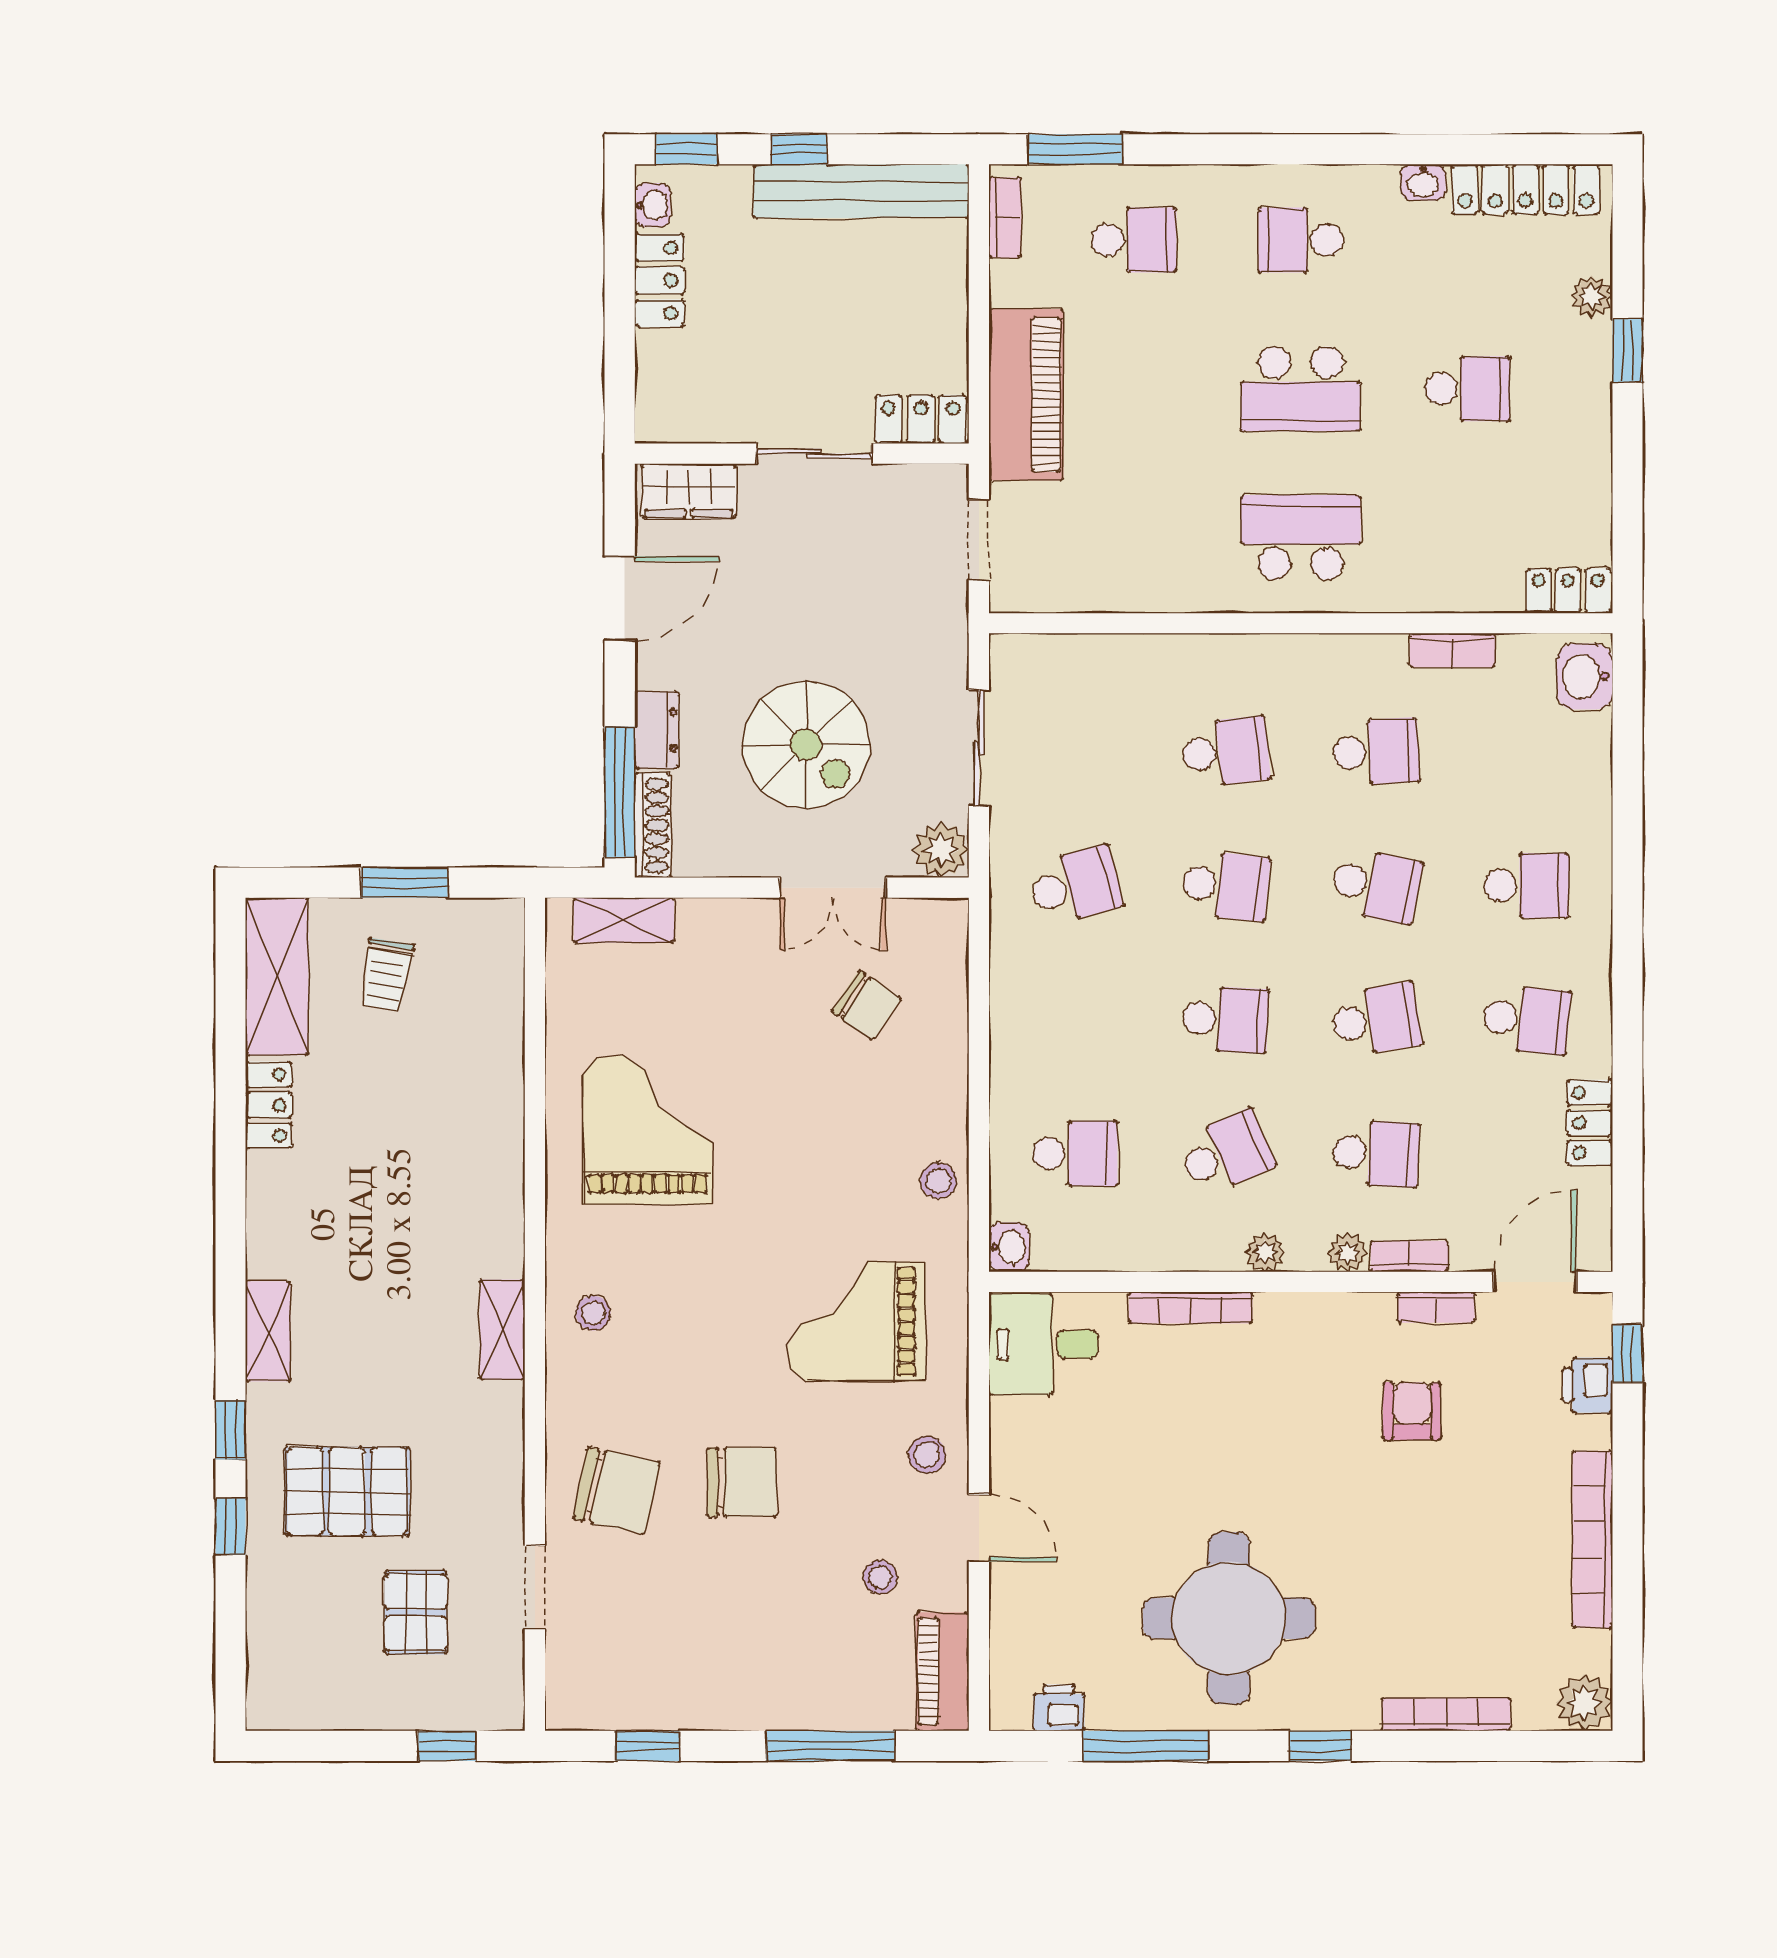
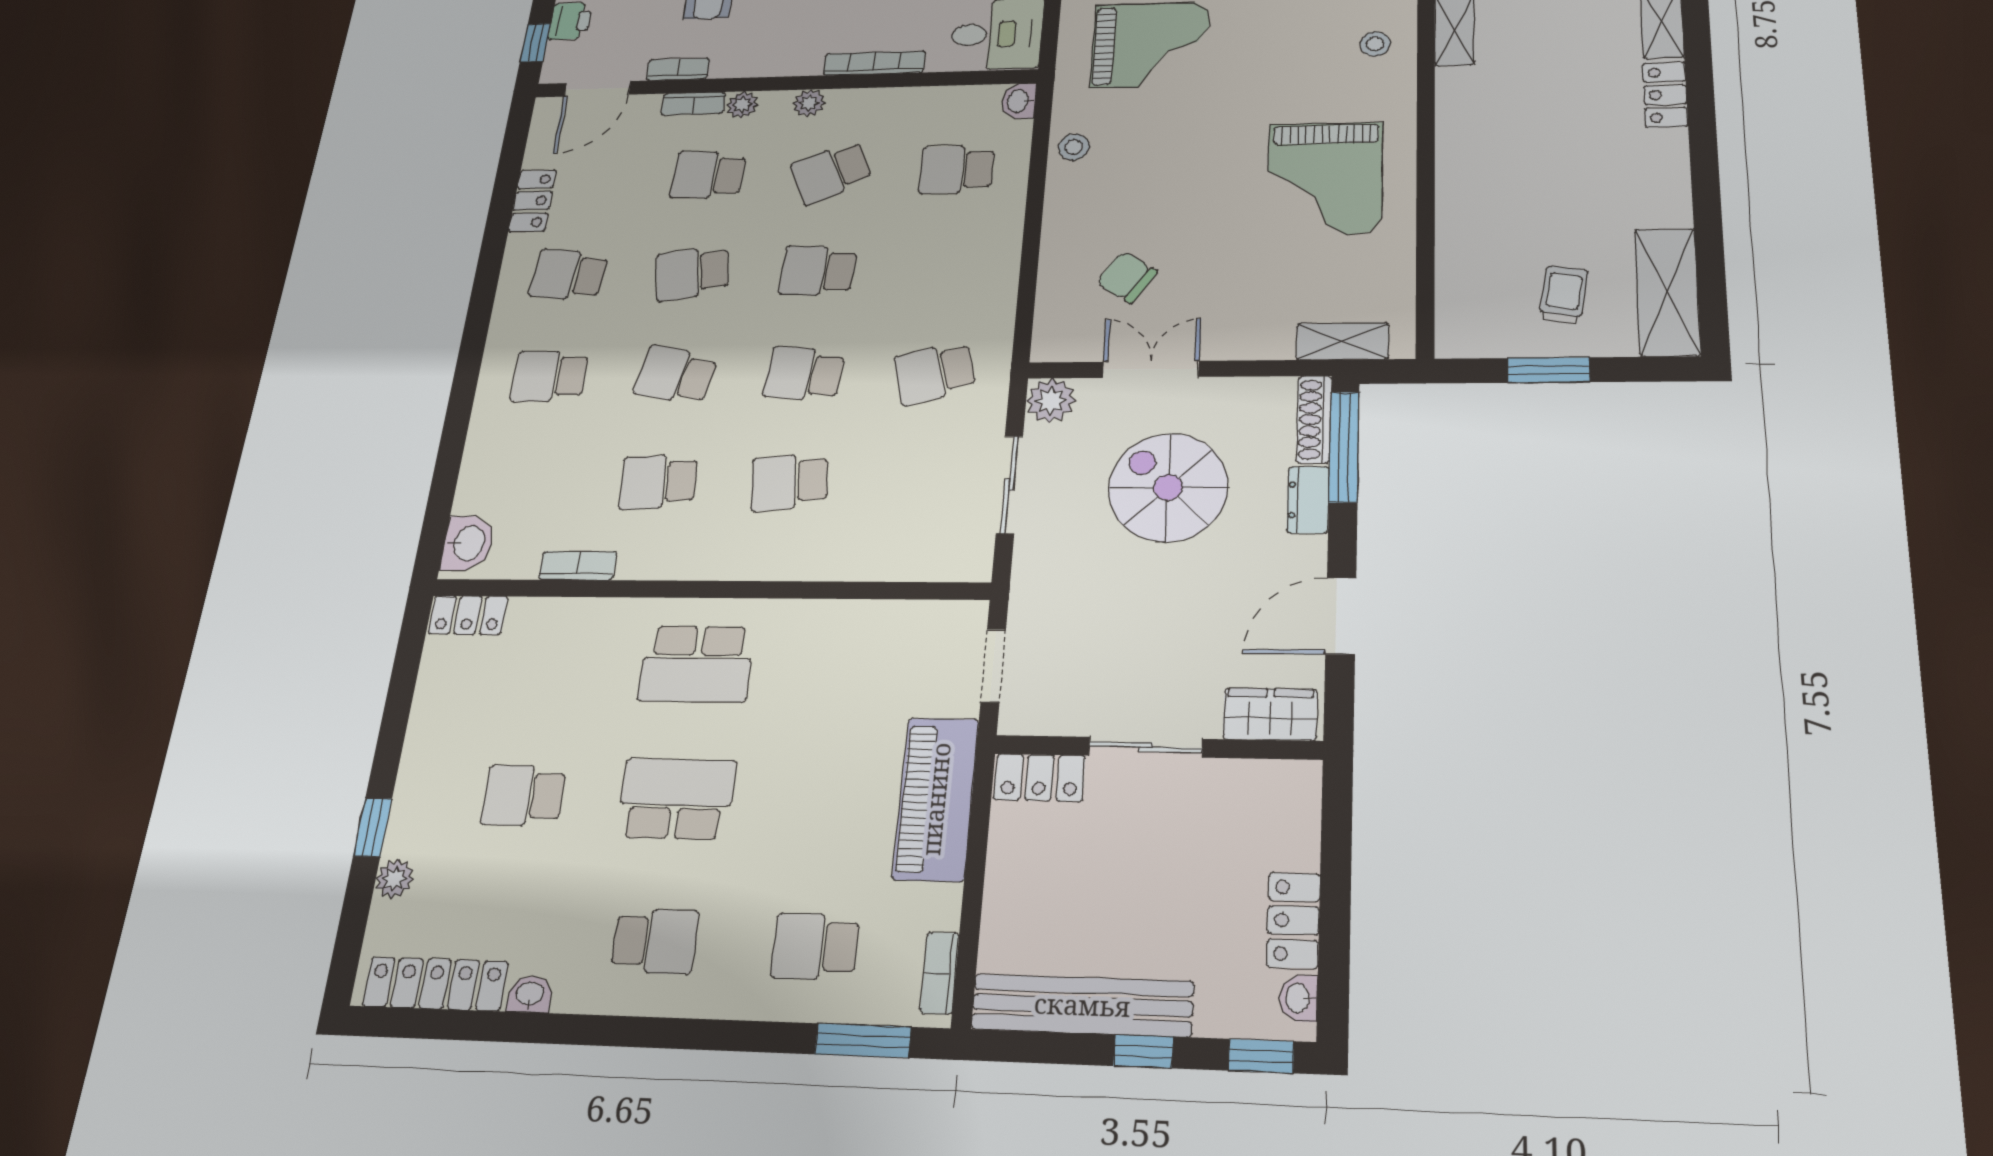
locker: (269, 1105) -> (1665, 95), moved

